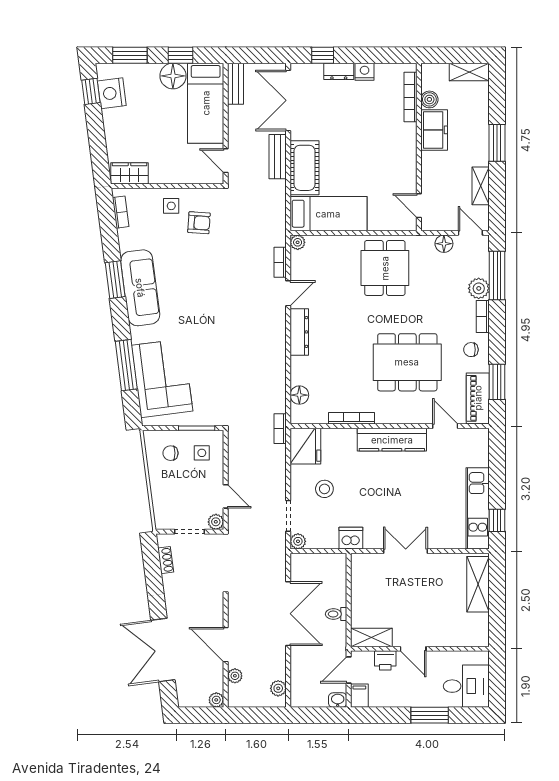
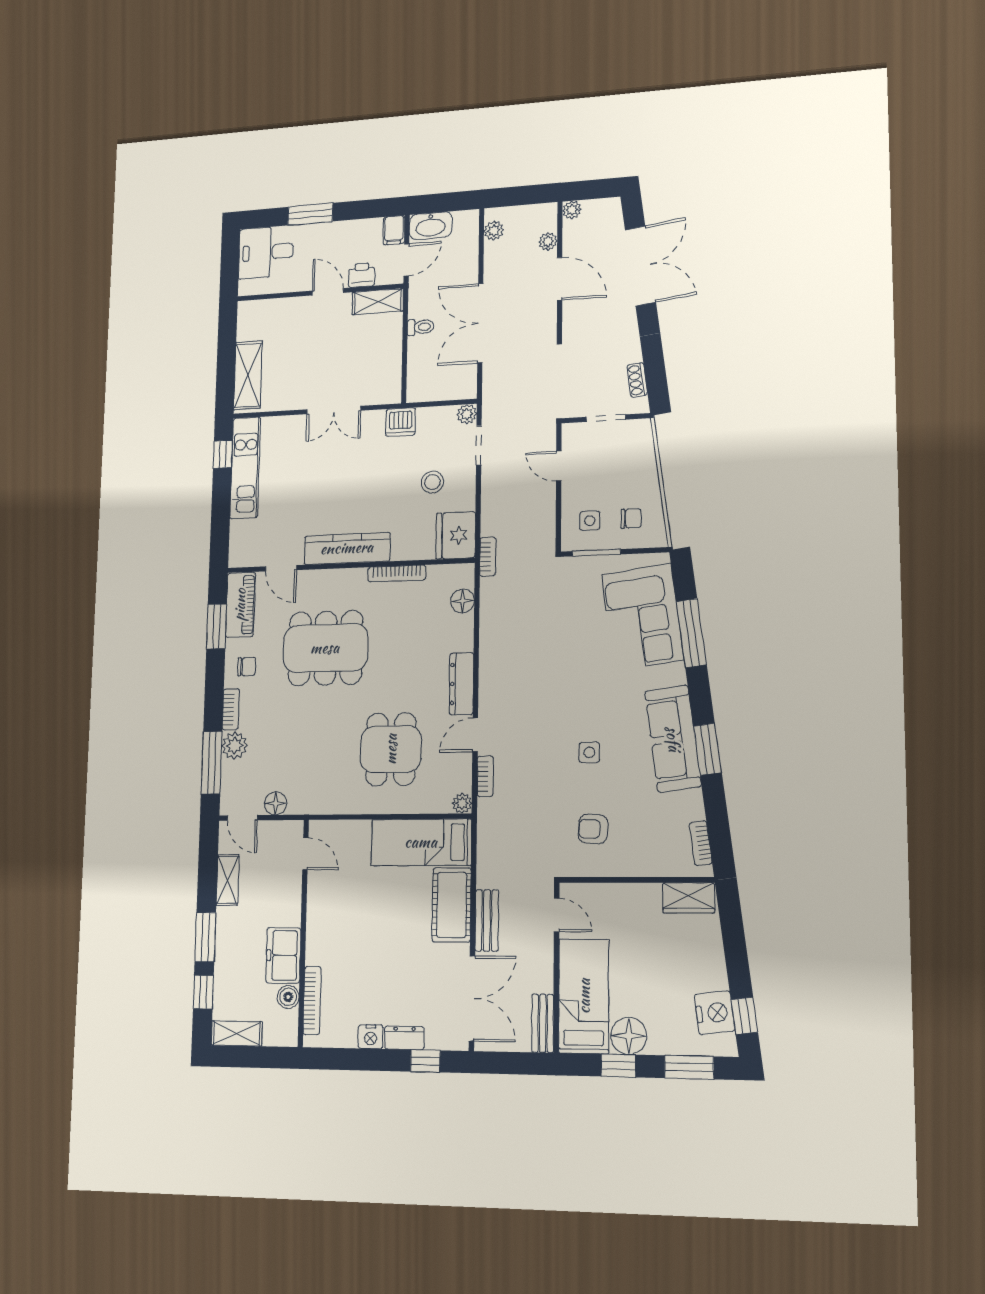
window: (497, 102) -> (203, 992), added
side table: (171, 206) -> (589, 752), moved
dining table: (385, 268) -> (391, 749), moved
plant: (216, 522) -> (572, 433), removed
washbasin: (338, 700) -> (431, 226), width x1.91, depth x1.45

